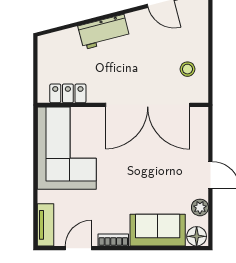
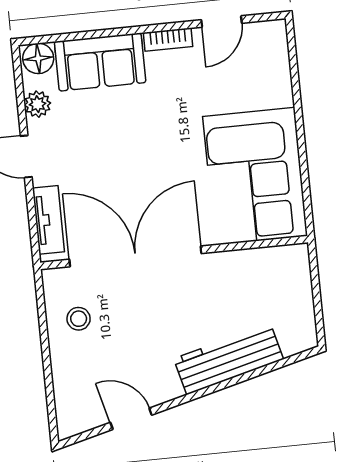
workbench: (104, 32) -> (229, 359), width x1.37
locker: (68, 93) -> (262, 262), removed
tv unit: (46, 225) -> (49, 220), moved, turned 180

